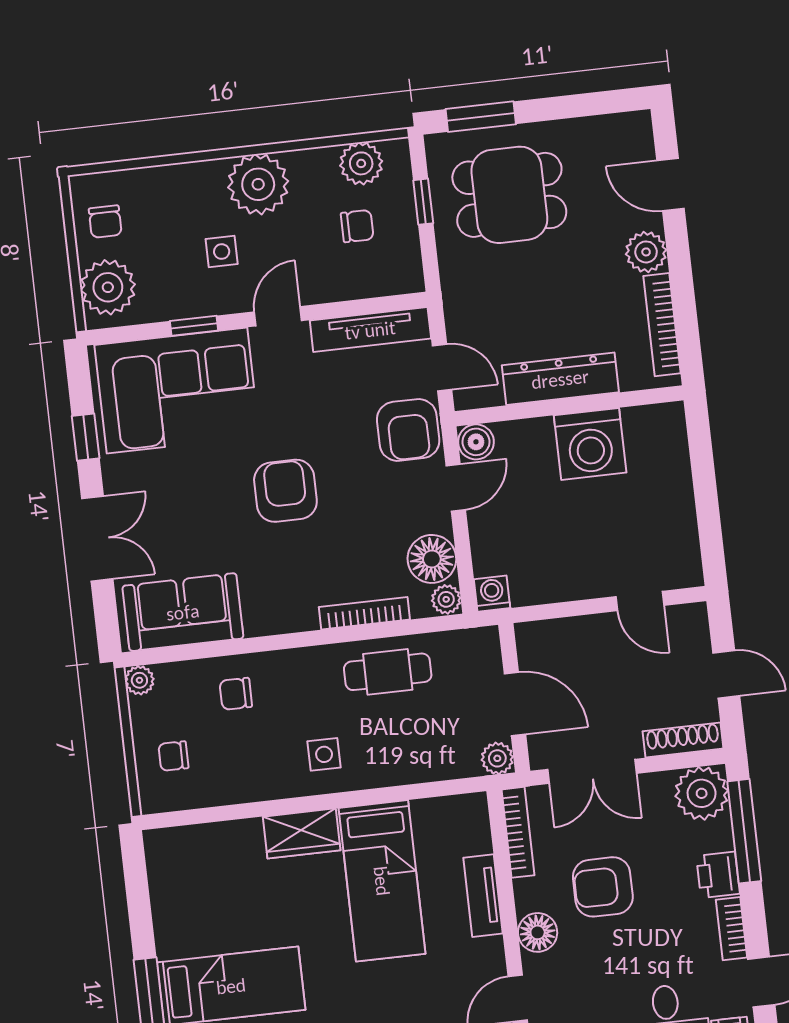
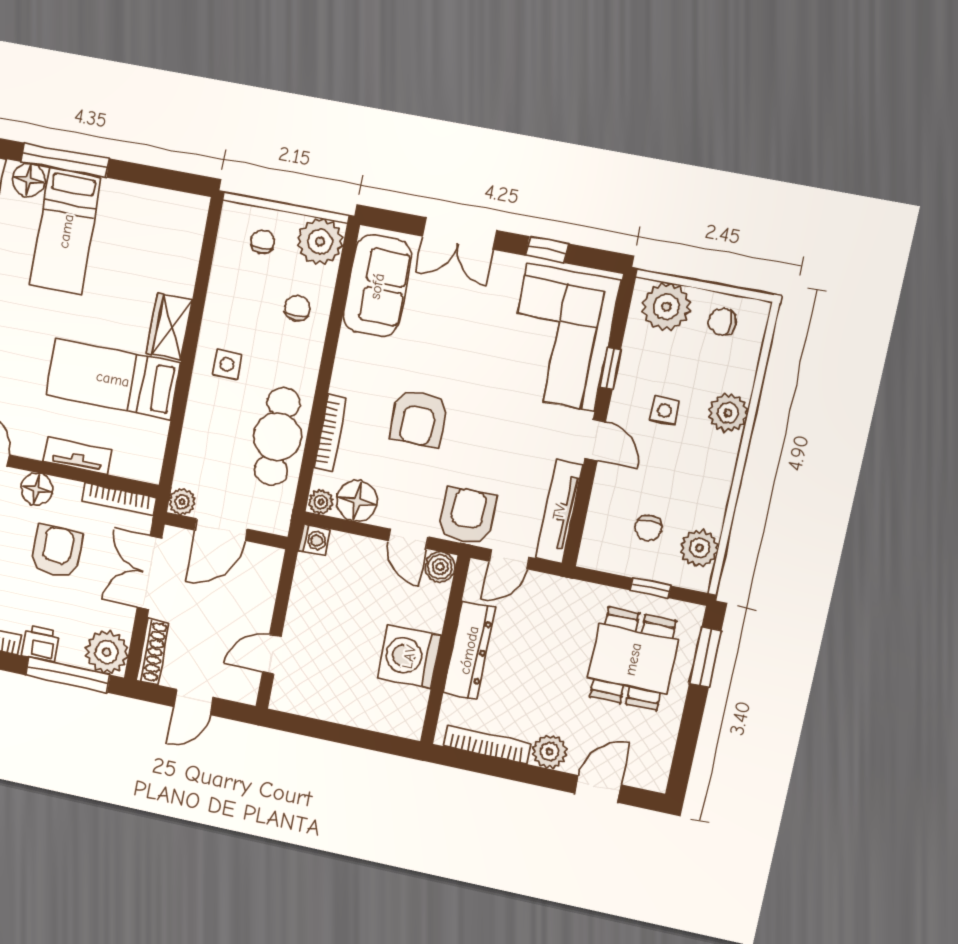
plant: (258, 184) -> (728, 413), moved, width x0.73, depth x0.73
armchair: (408, 430) -> (467, 516), turned 90
armchair: (285, 491) -> (418, 418), moved, turned 90
cafe table: (388, 672) -> (277, 437), width x1.37, depth x1.35
plant: (139, 680) -> (320, 241), width x1.88, depth x1.88

